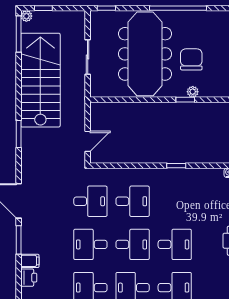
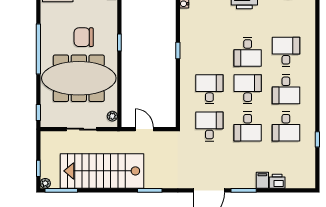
plant: (193, 92) -> (112, 116), moved
door: (88, 141) -> (144, 129), moved
desk: (175, 244) -> (248, 52), turned 180

